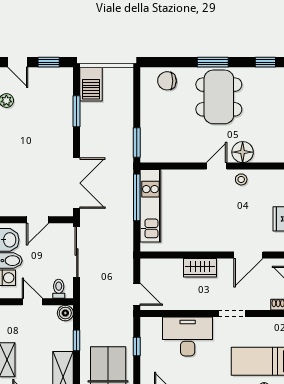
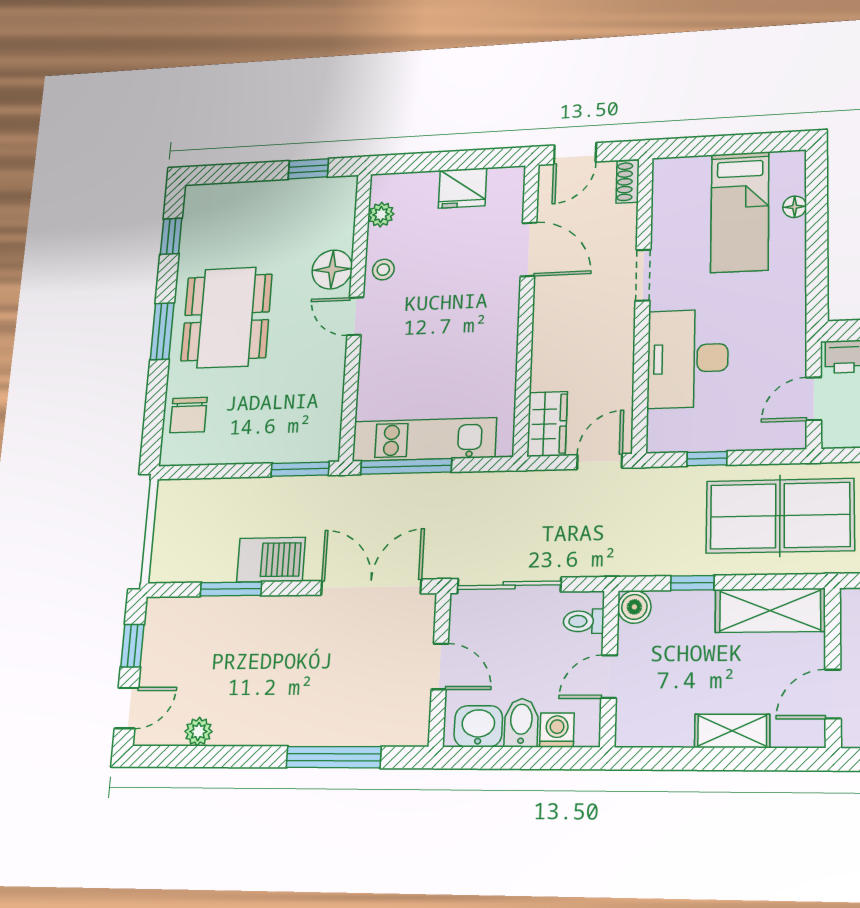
barbecue: (91, 84) -> (271, 560), moved
dining table: (219, 97) -> (227, 317), turned 90
plant: (272, 176) -> (381, 214), added
wardrobe: (200, 268) -> (547, 424), moved

